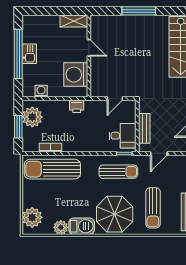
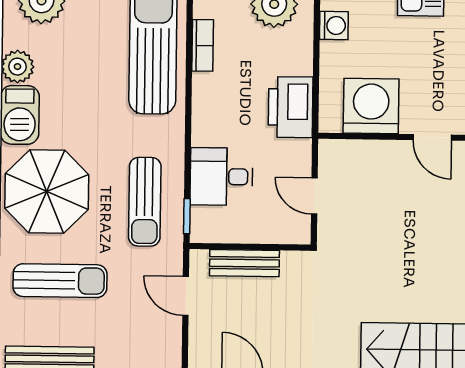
door: (89, 48) -> (432, 137), hinge flipped
printer: (77, 106) -> (291, 107), width x1.87, depth x1.48
desk: (123, 136) -> (221, 177), moved, turned 90
sun lounger: (153, 208) -> (60, 281), turned 180

